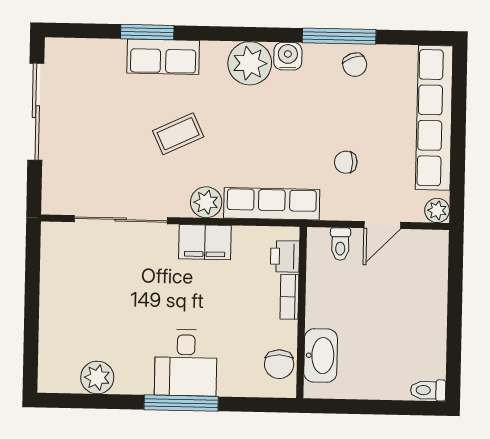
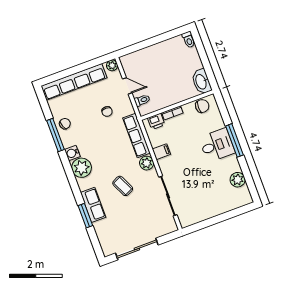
filing cabinet: (205, 242) -> (161, 152), width x0.50
washbasin: (321, 356) -> (201, 82), moved, turned -90

